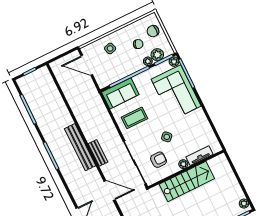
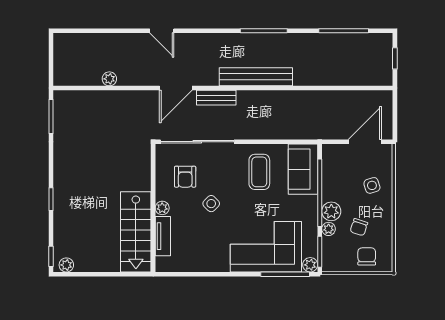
plant: (157, 55) -> (331, 211), moved
bench: (98, 153) -> (216, 98), moved
stairs: (187, 181) -> (136, 232), moved

